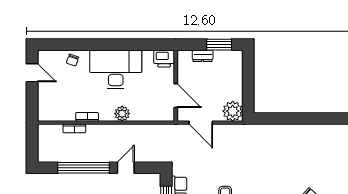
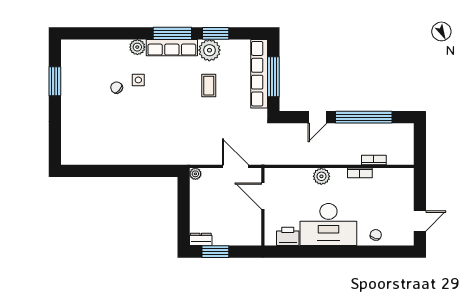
dresser: (203, 56) -> (201, 239), moved
printer: (164, 59) -> (288, 236), moved
door: (32, 73) -> (420, 221), swing flipped
plant: (233, 111) -> (195, 174), width x0.53, depth x0.53

